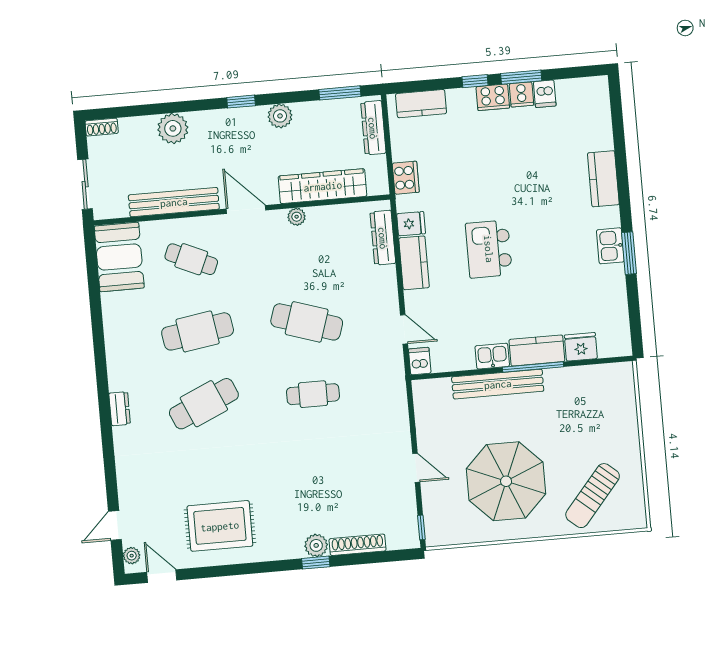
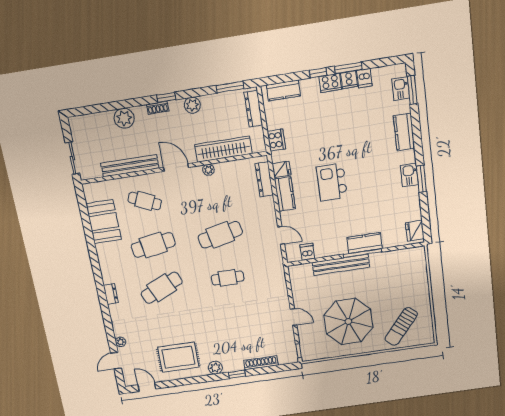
window: (617, 116) -> (412, 90), added
shoe rack: (102, 127) -> (158, 108), moved
booth: (119, 257) -> (104, 222), moved
cafe table: (307, 322) -> (220, 235), turned -30
fridge: (581, 347) -> (415, 231), moved, turned -90
kitchen sink: (492, 356) -> (401, 89), moved, turned -90
dishwasher: (420, 361) -> (307, 252), moved
plant: (316, 545) -> (215, 368), moved
plant: (132, 556) -> (120, 342), moved

